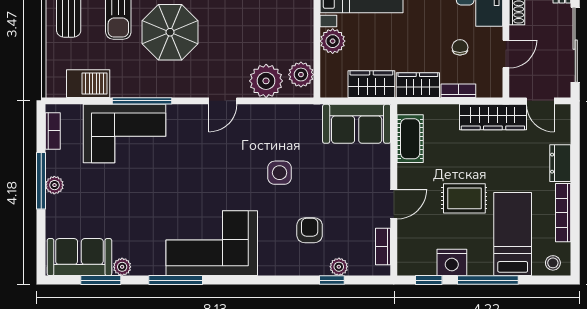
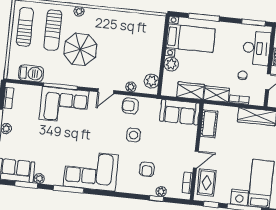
plant: (266, 81) -> (131, 87), width x0.53, depth x0.53
armchair: (269, 122) -> (130, 106), added
corner sofa: (124, 134) -> (64, 105), moved
rug: (464, 198) -> (207, 183), moved, turned 90
armchair: (310, 230) -> (147, 169), turned 180
nightstand: (452, 262) -> (239, 197), moved

